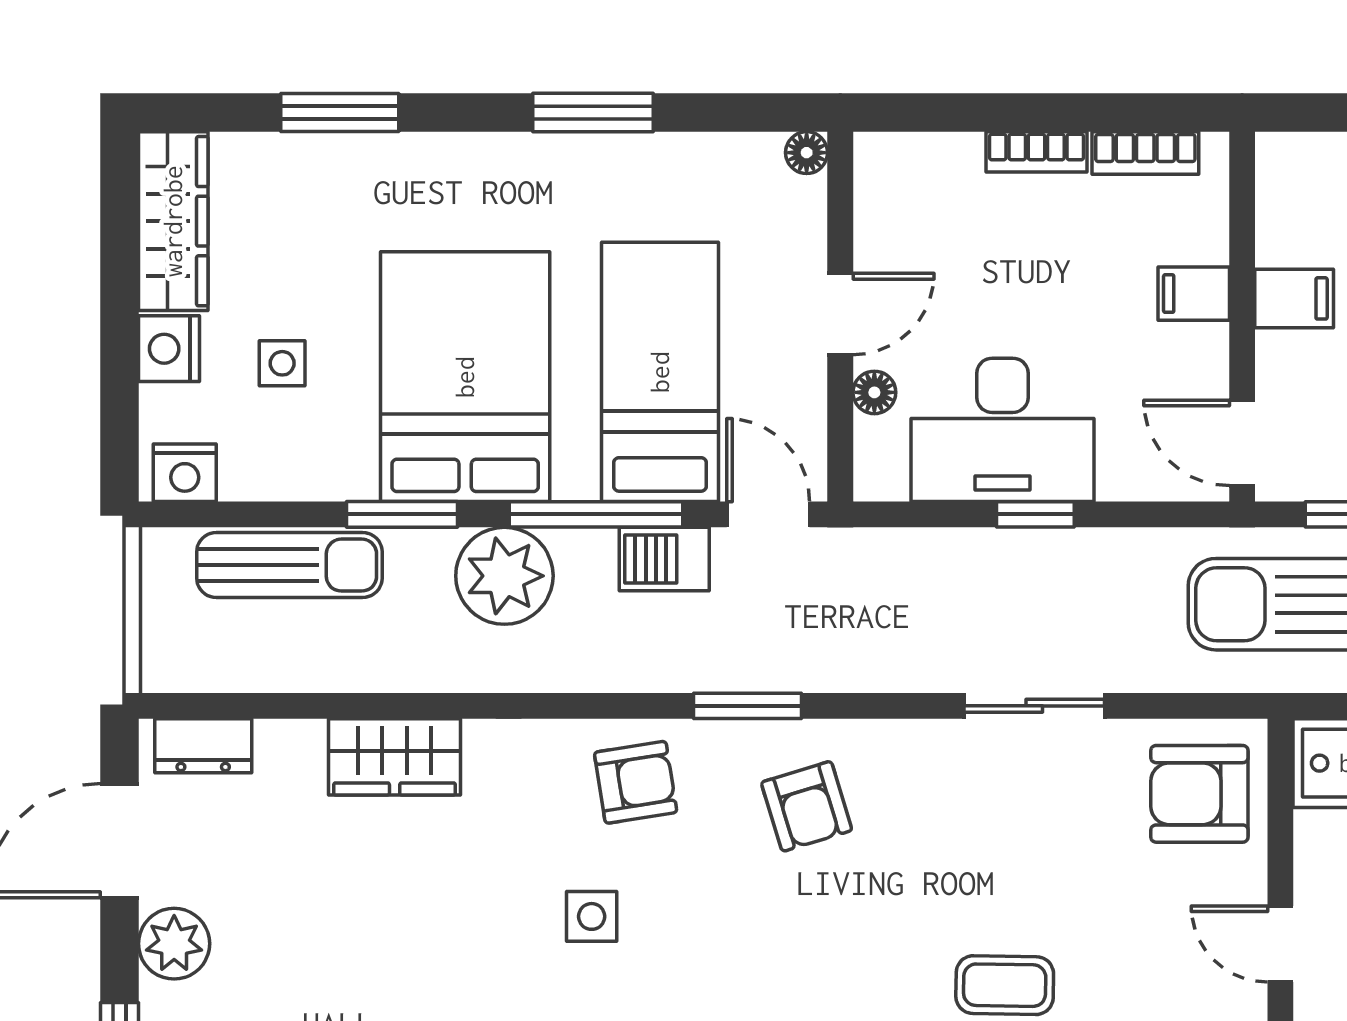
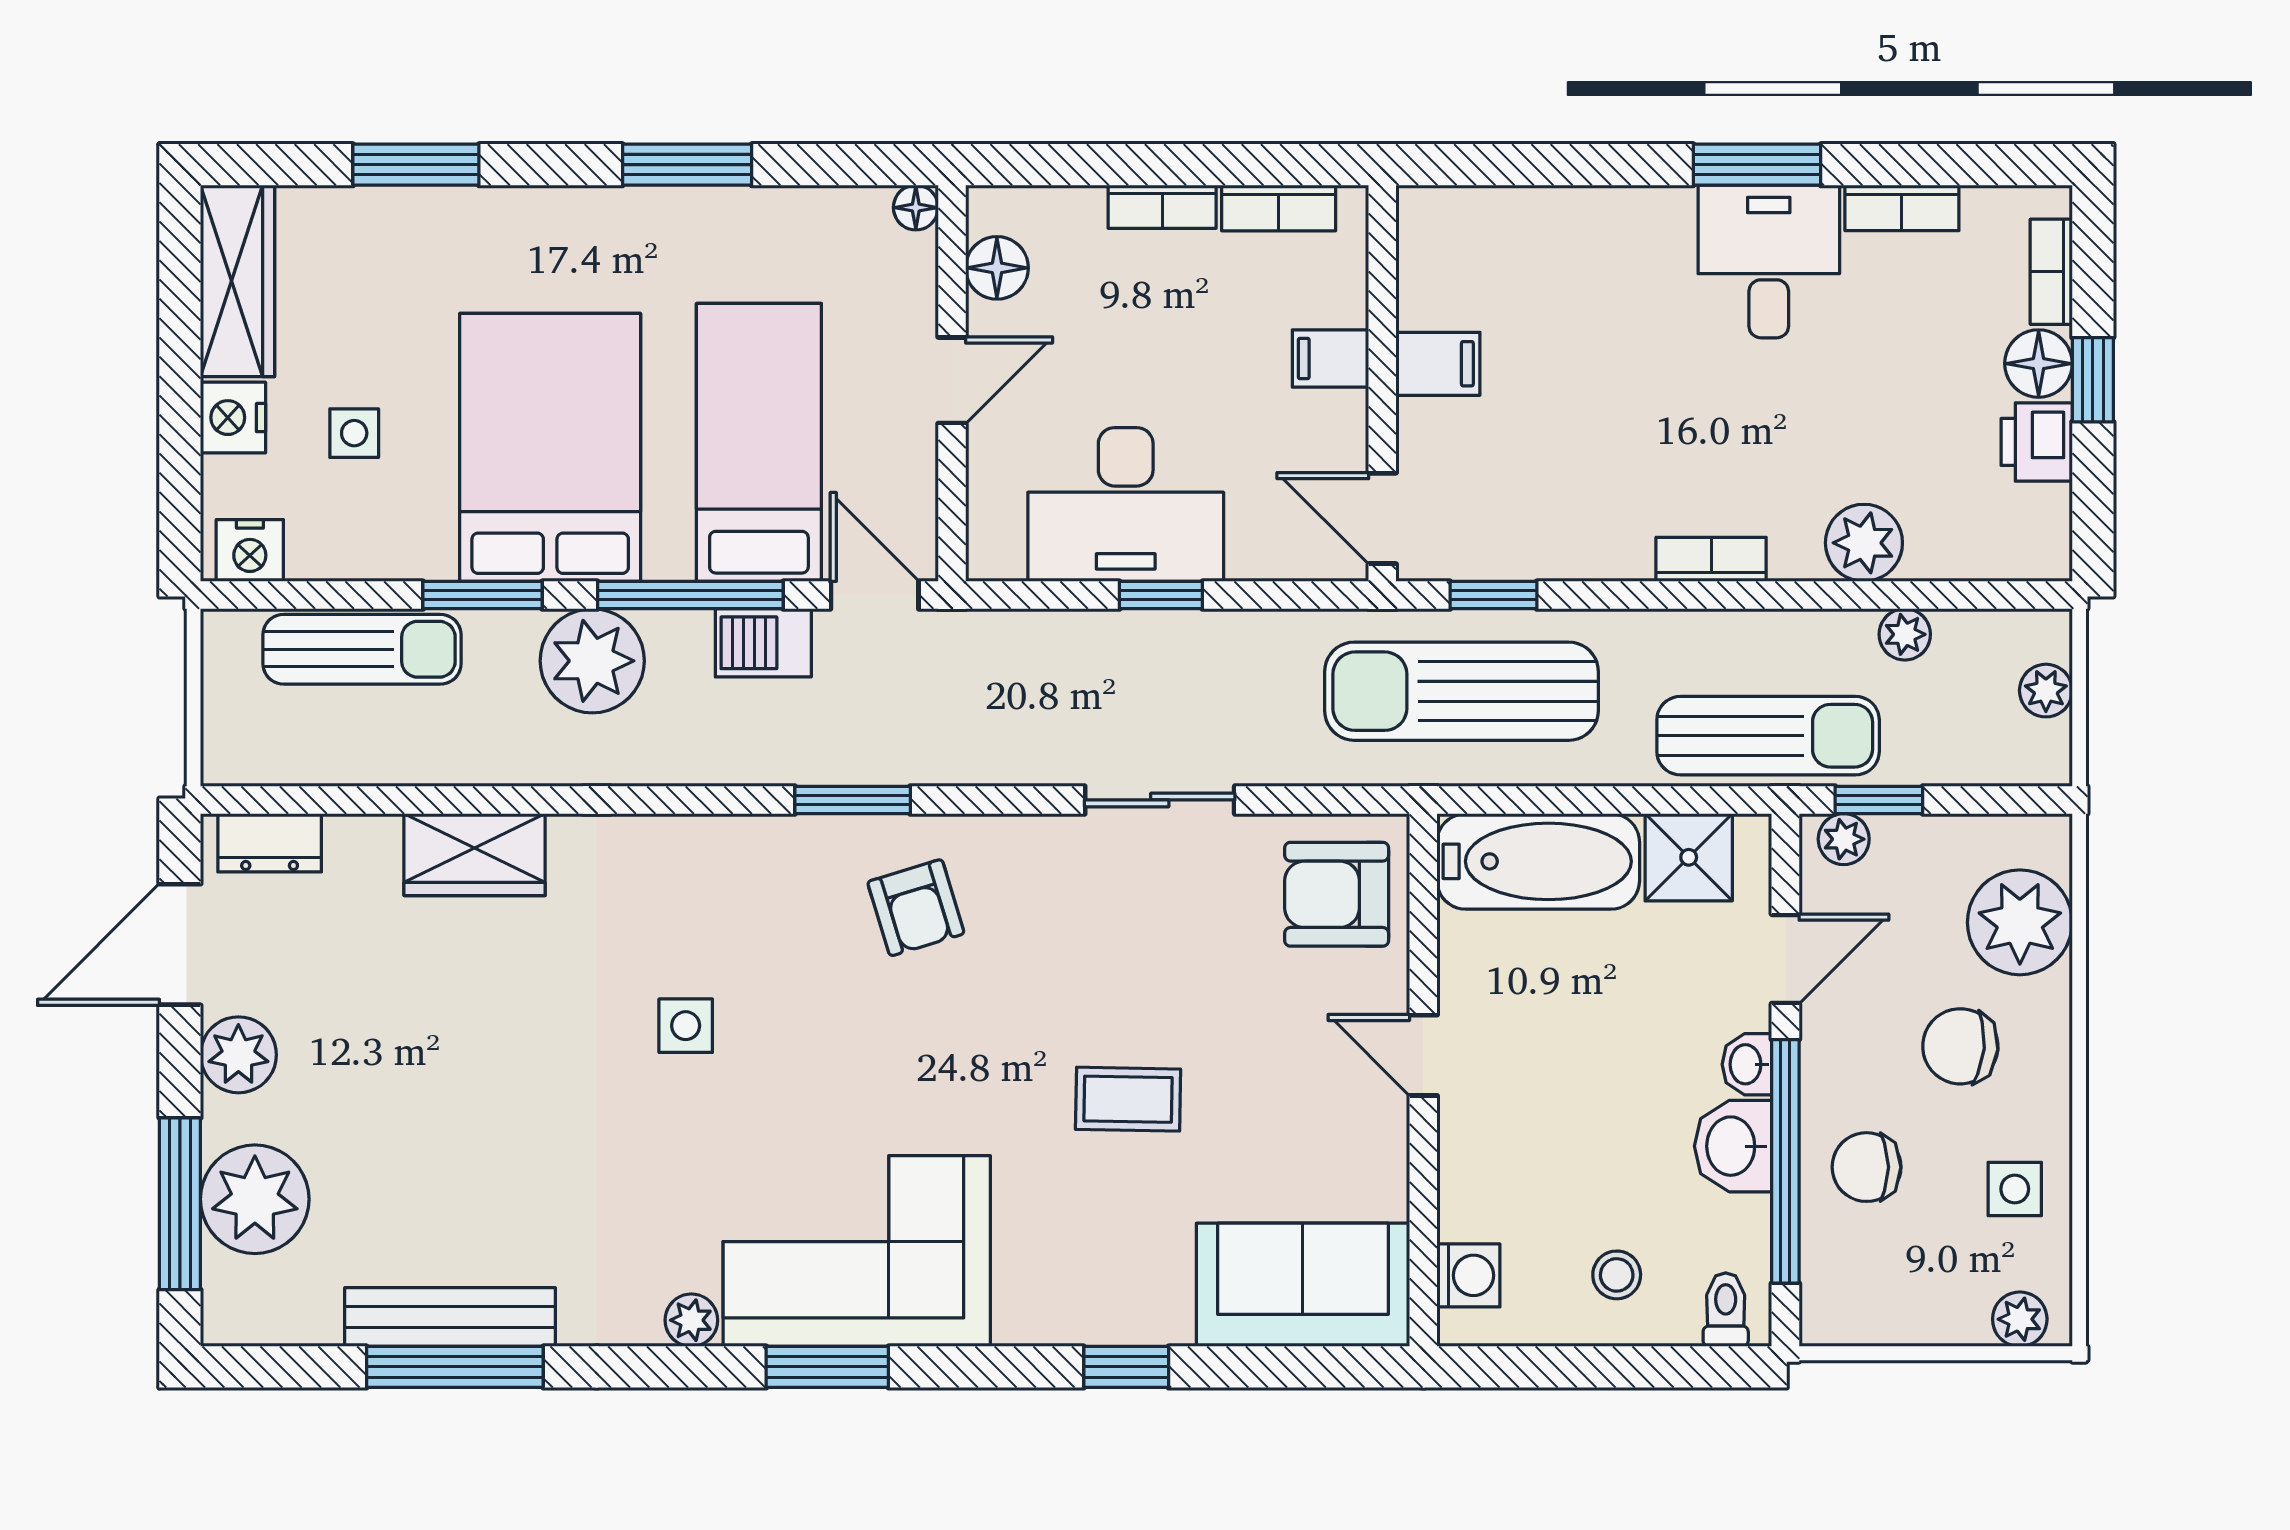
floor lamp: (874, 392) -> (997, 268), moved, width x1.37, depth x1.37
armchair: (636, 782) -> (733, 882), removed

